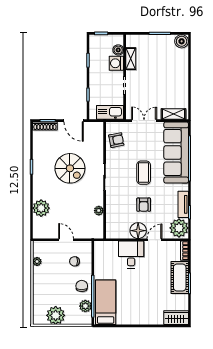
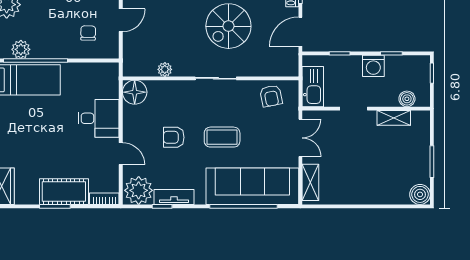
washing machine: (116, 63) -> (373, 66), moved, turned 180
floor lamp: (138, 231) -> (135, 92), moved
chair: (82, 286) -> (51, 44), removed

